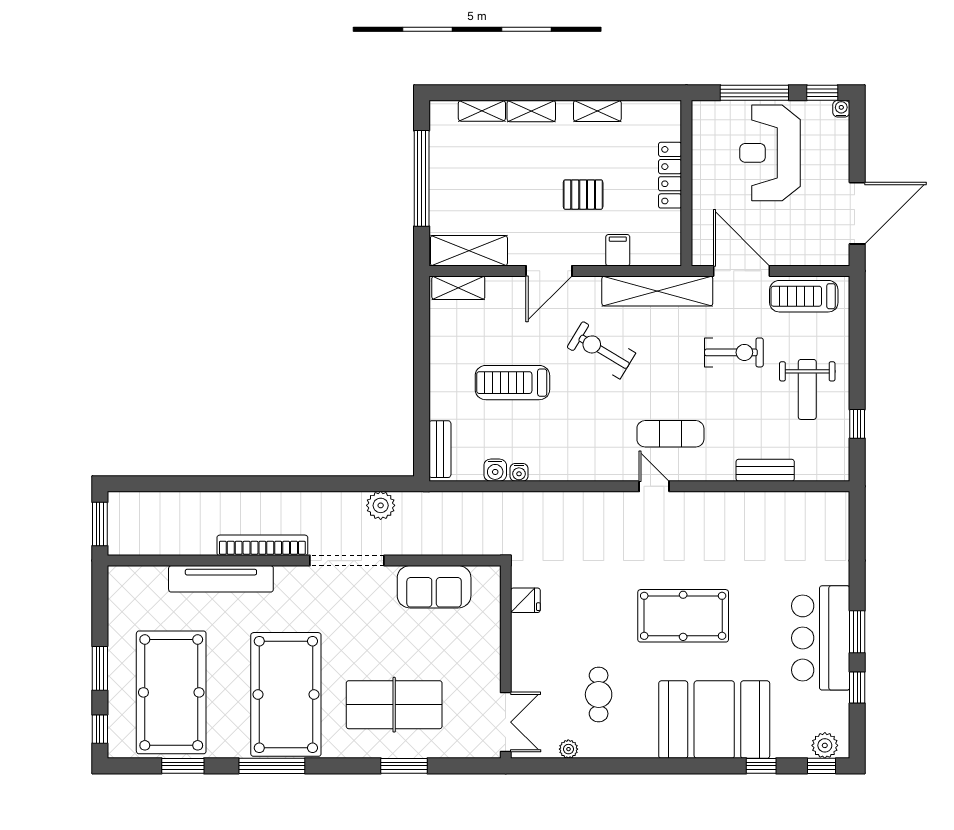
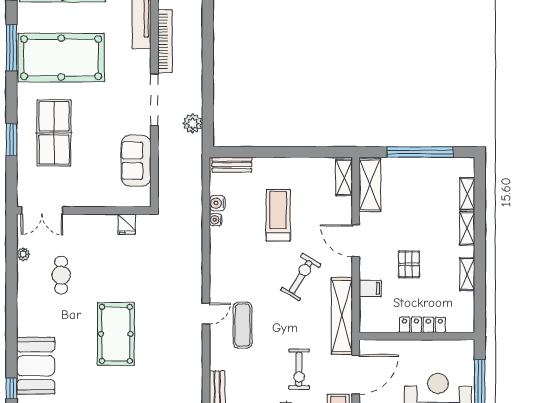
cafe table: (599, 694) -> (61, 275), turned 90
booth: (714, 720) -> (36, 366), width x0.73, depth x0.70

